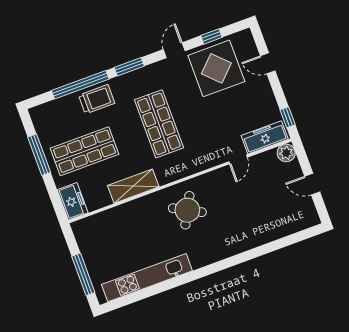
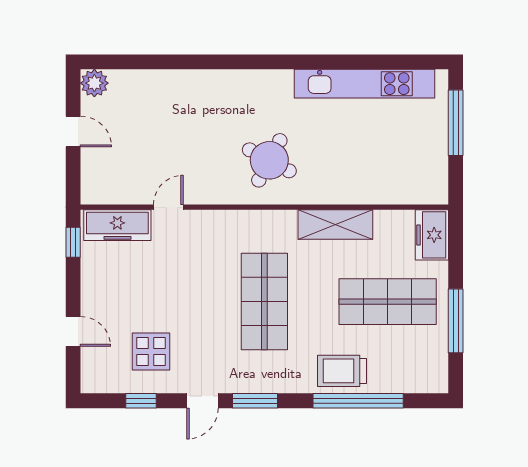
window: (129, 67) -> (255, 401), moved
display table: (216, 68) -> (151, 352), width x0.54, depth x0.54
plant: (286, 153) -> (94, 83), moved

